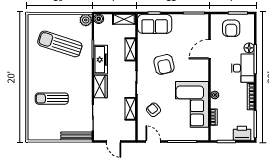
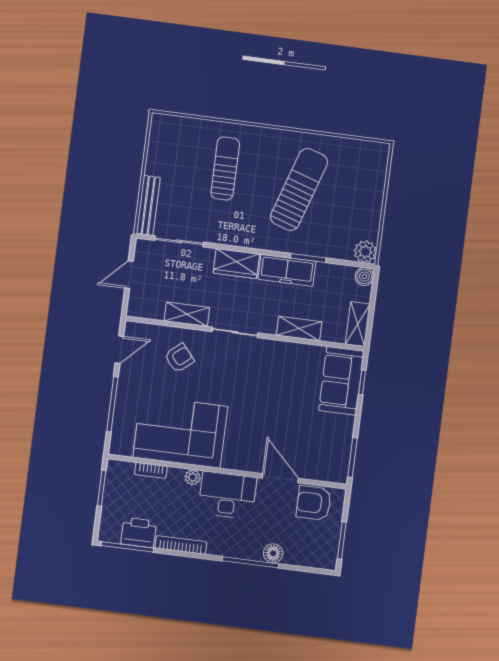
armchair: (231, 28) -> (314, 503), moved
sun lounger: (60, 44) -> (299, 189), moved
armchair: (164, 64) -> (262, 389), removed
desk: (243, 68) -> (227, 495), moved, turned 180
printer: (242, 133) -> (139, 532), moved, turned -90

